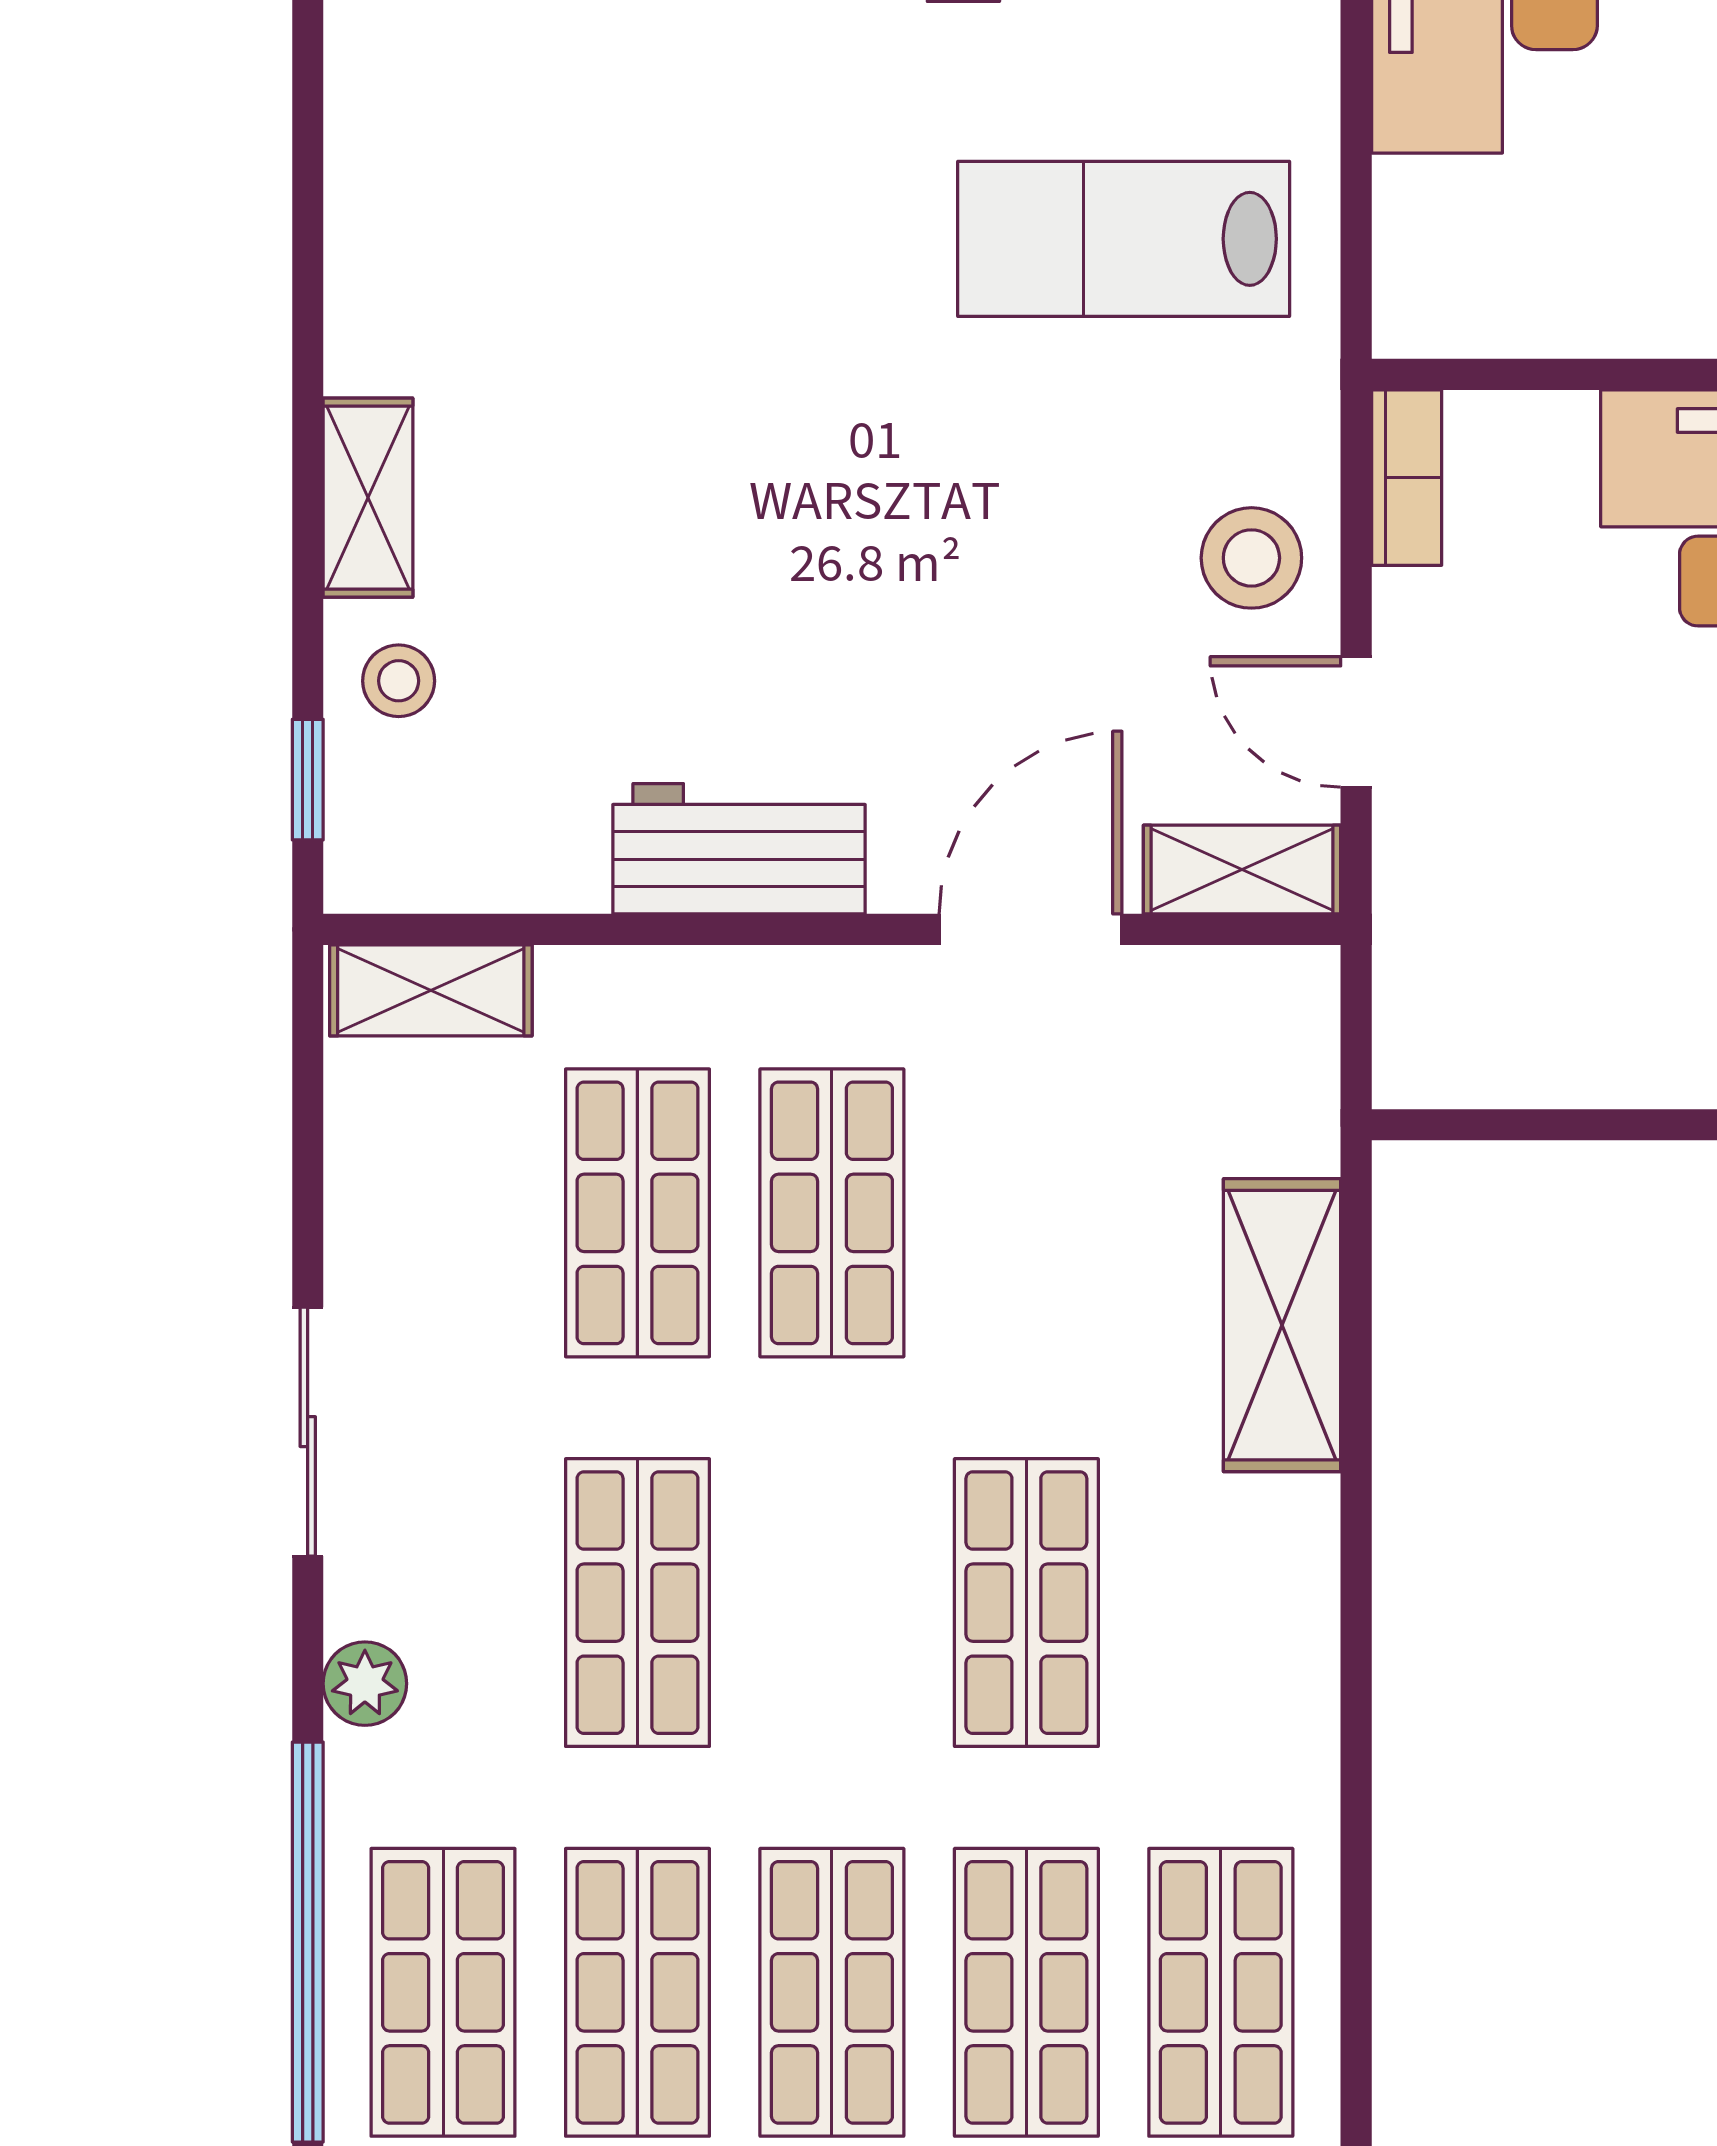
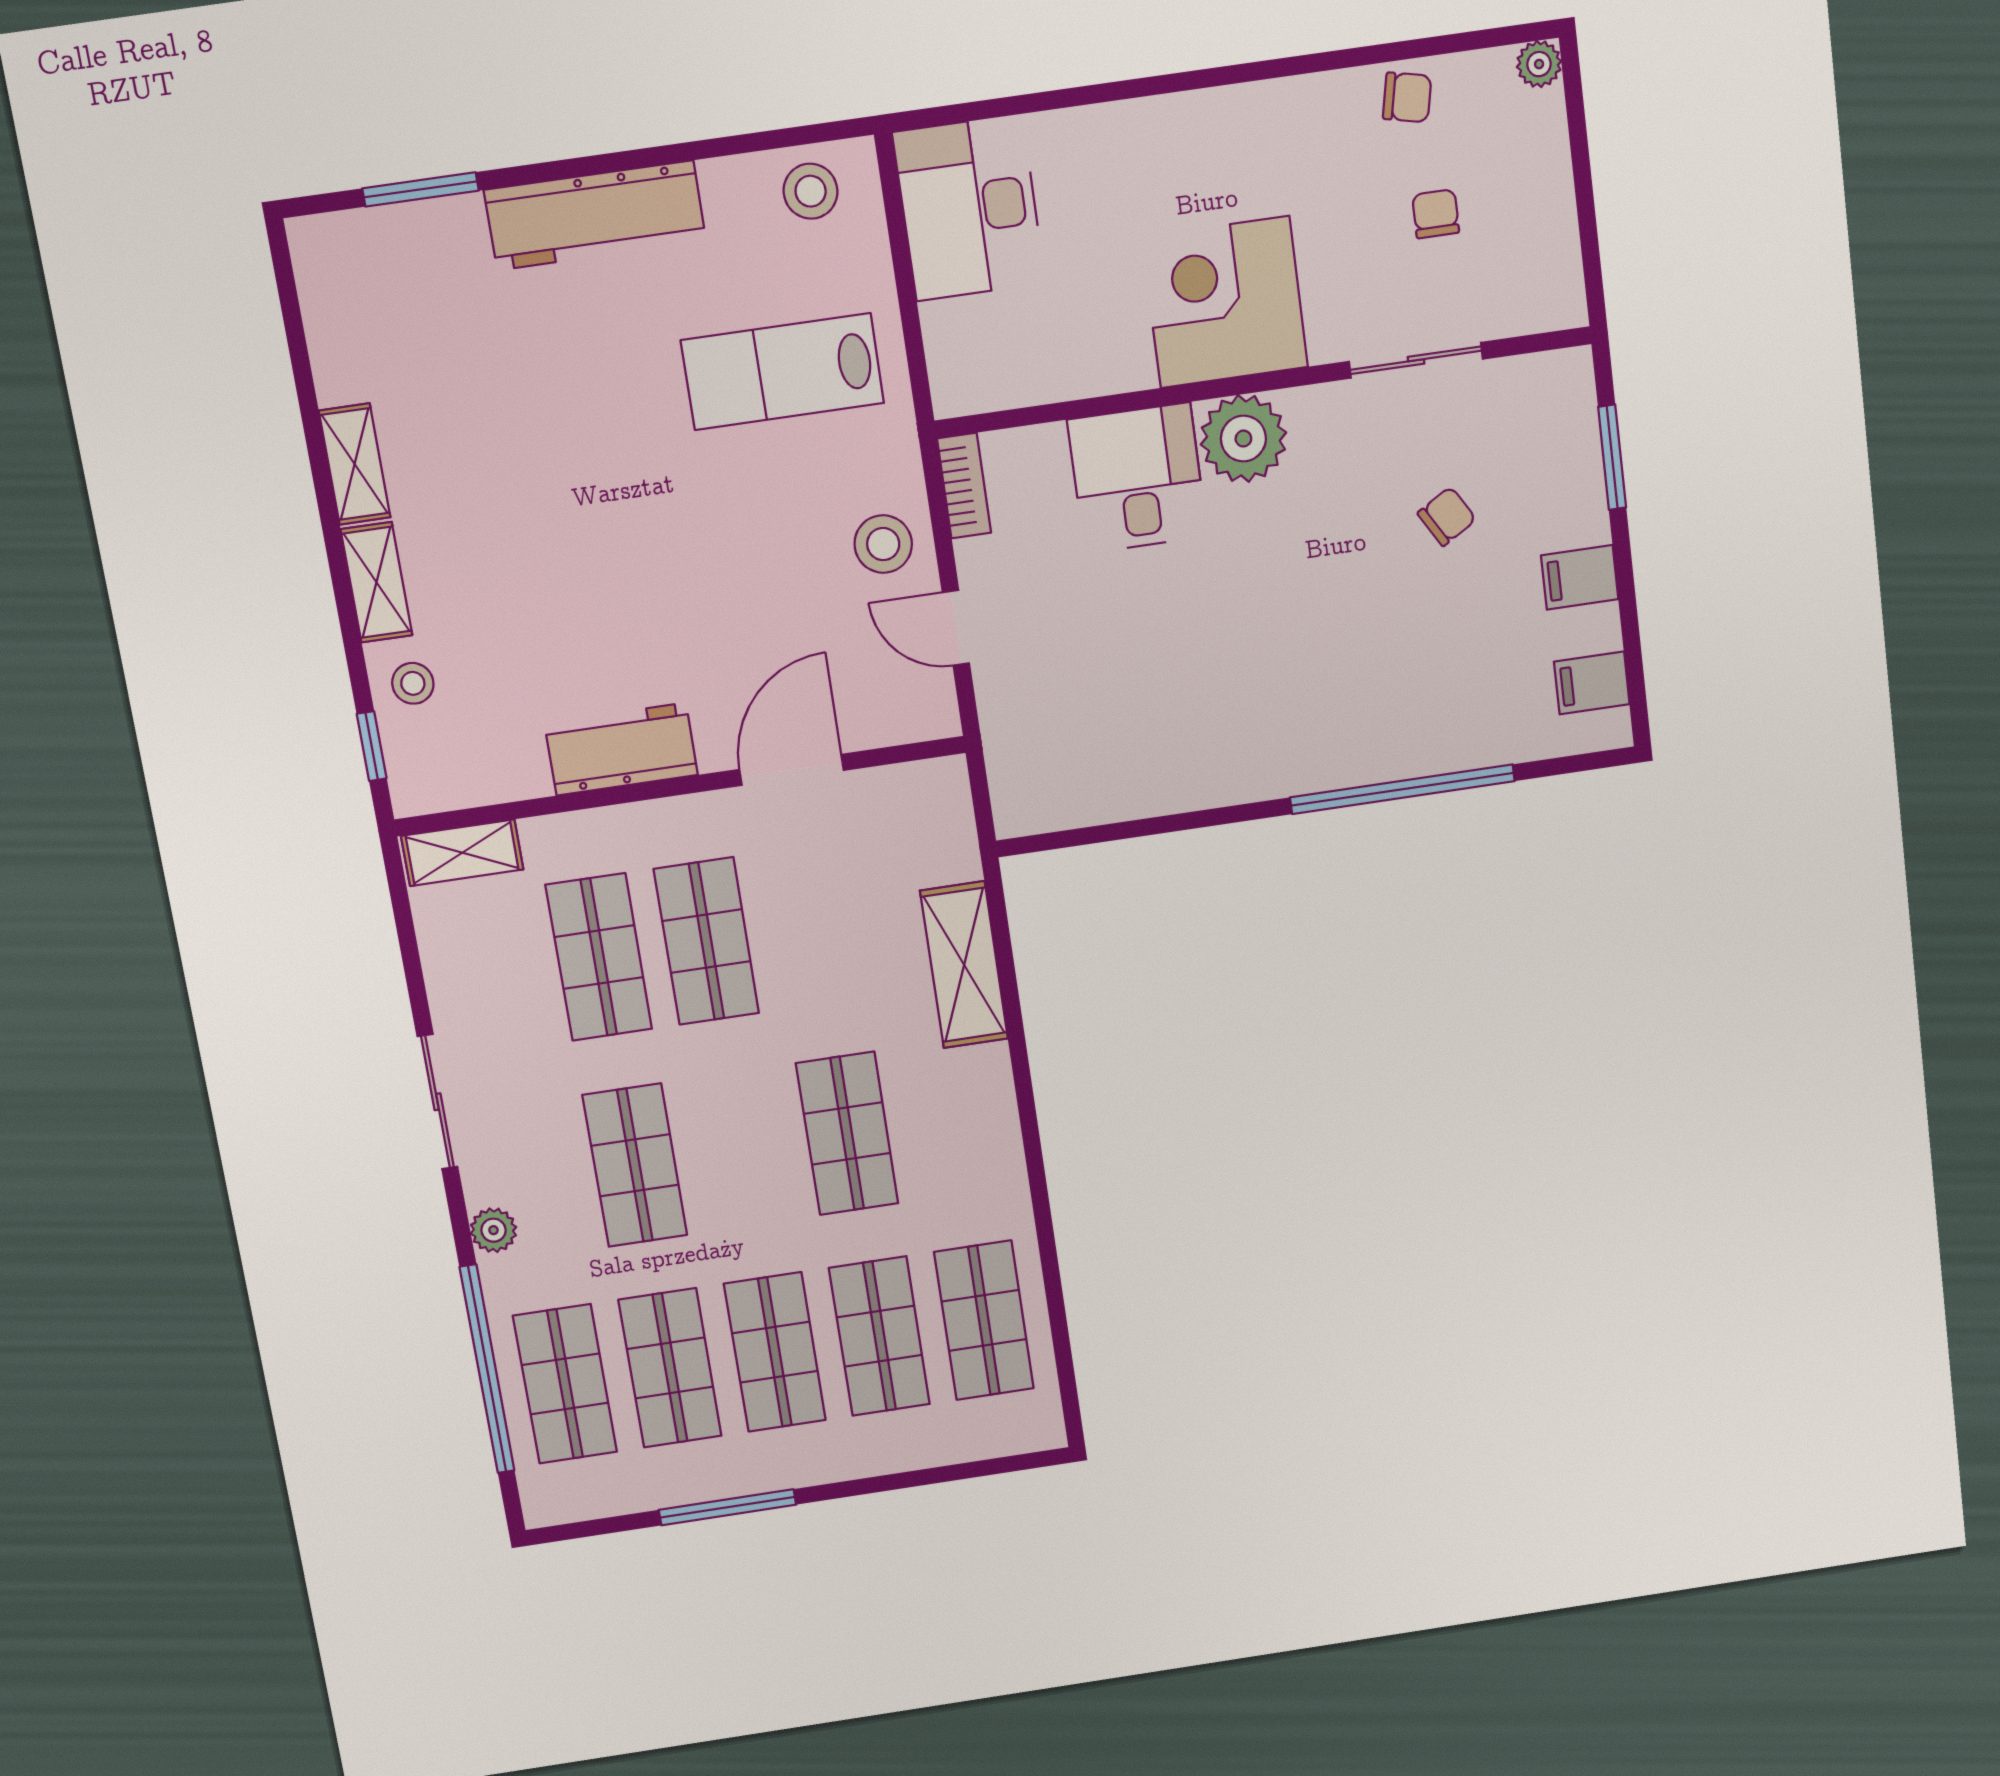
shelving: (1242, 870) -> (355, 464), moved, turned 90

